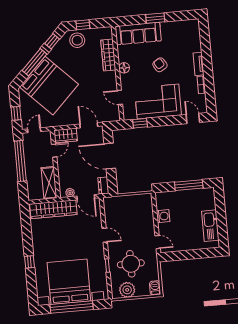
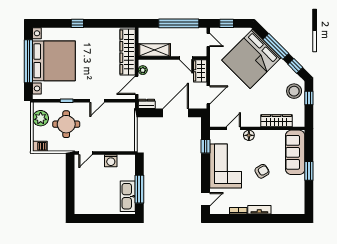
floor lamp: (124, 68) -> (249, 135), moved
kitchen sink: (210, 226) -> (128, 196), moved, turned -90

